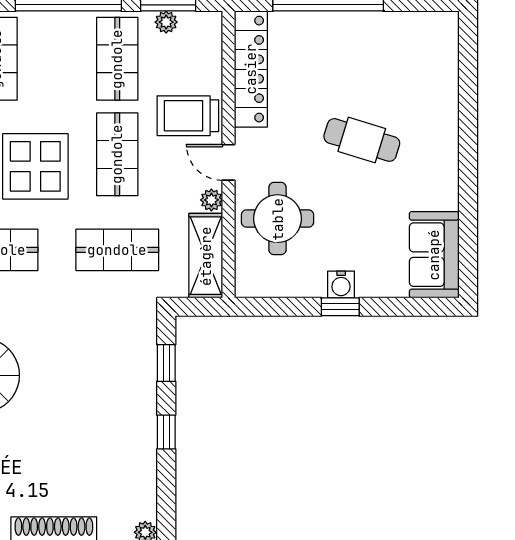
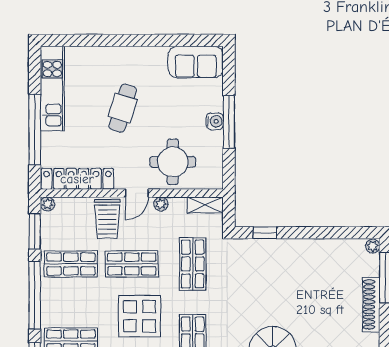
plant: (166, 22) -> (47, 204), moved
kitchen unit: (393, 30) -> (52, 89), added
shelving: (206, 256) -> (205, 205), width x0.67, depth x0.75
window: (340, 307) -> (229, 122), width x2.17
window: (166, 432) -> (309, 233), removed

